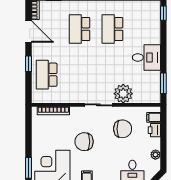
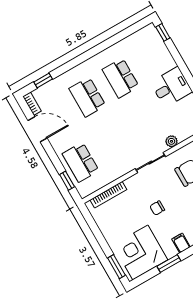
window: (29, 64) -> (67, 181), moved
plant: (123, 94) -> (171, 141), width x0.53, depth x0.53
chair: (84, 142) -> (157, 208), width x0.54, depth x0.54

